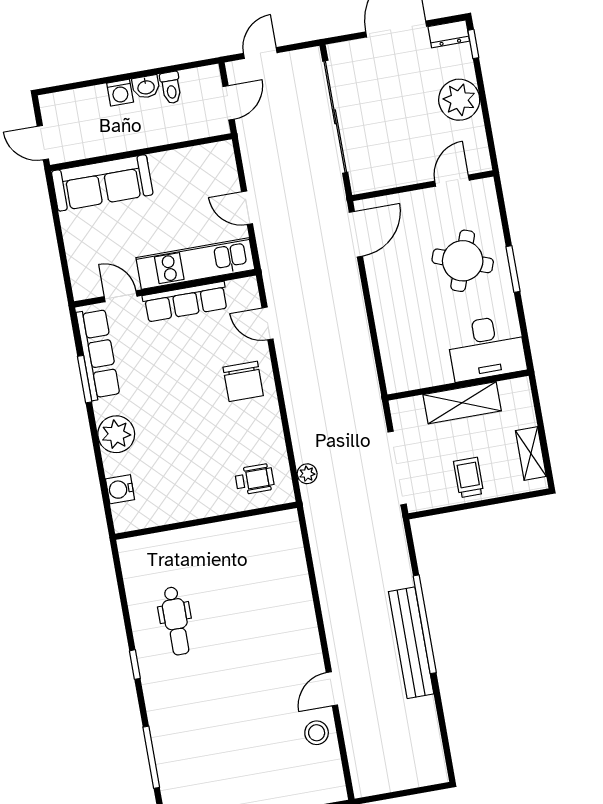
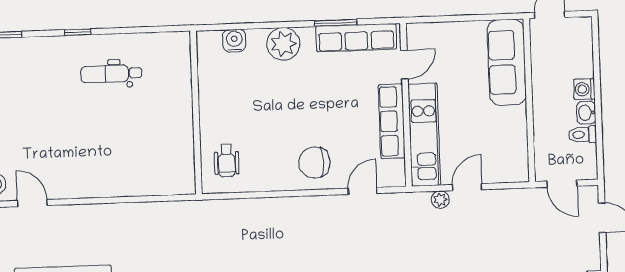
plant: (307, 474) -> (440, 200), moved

